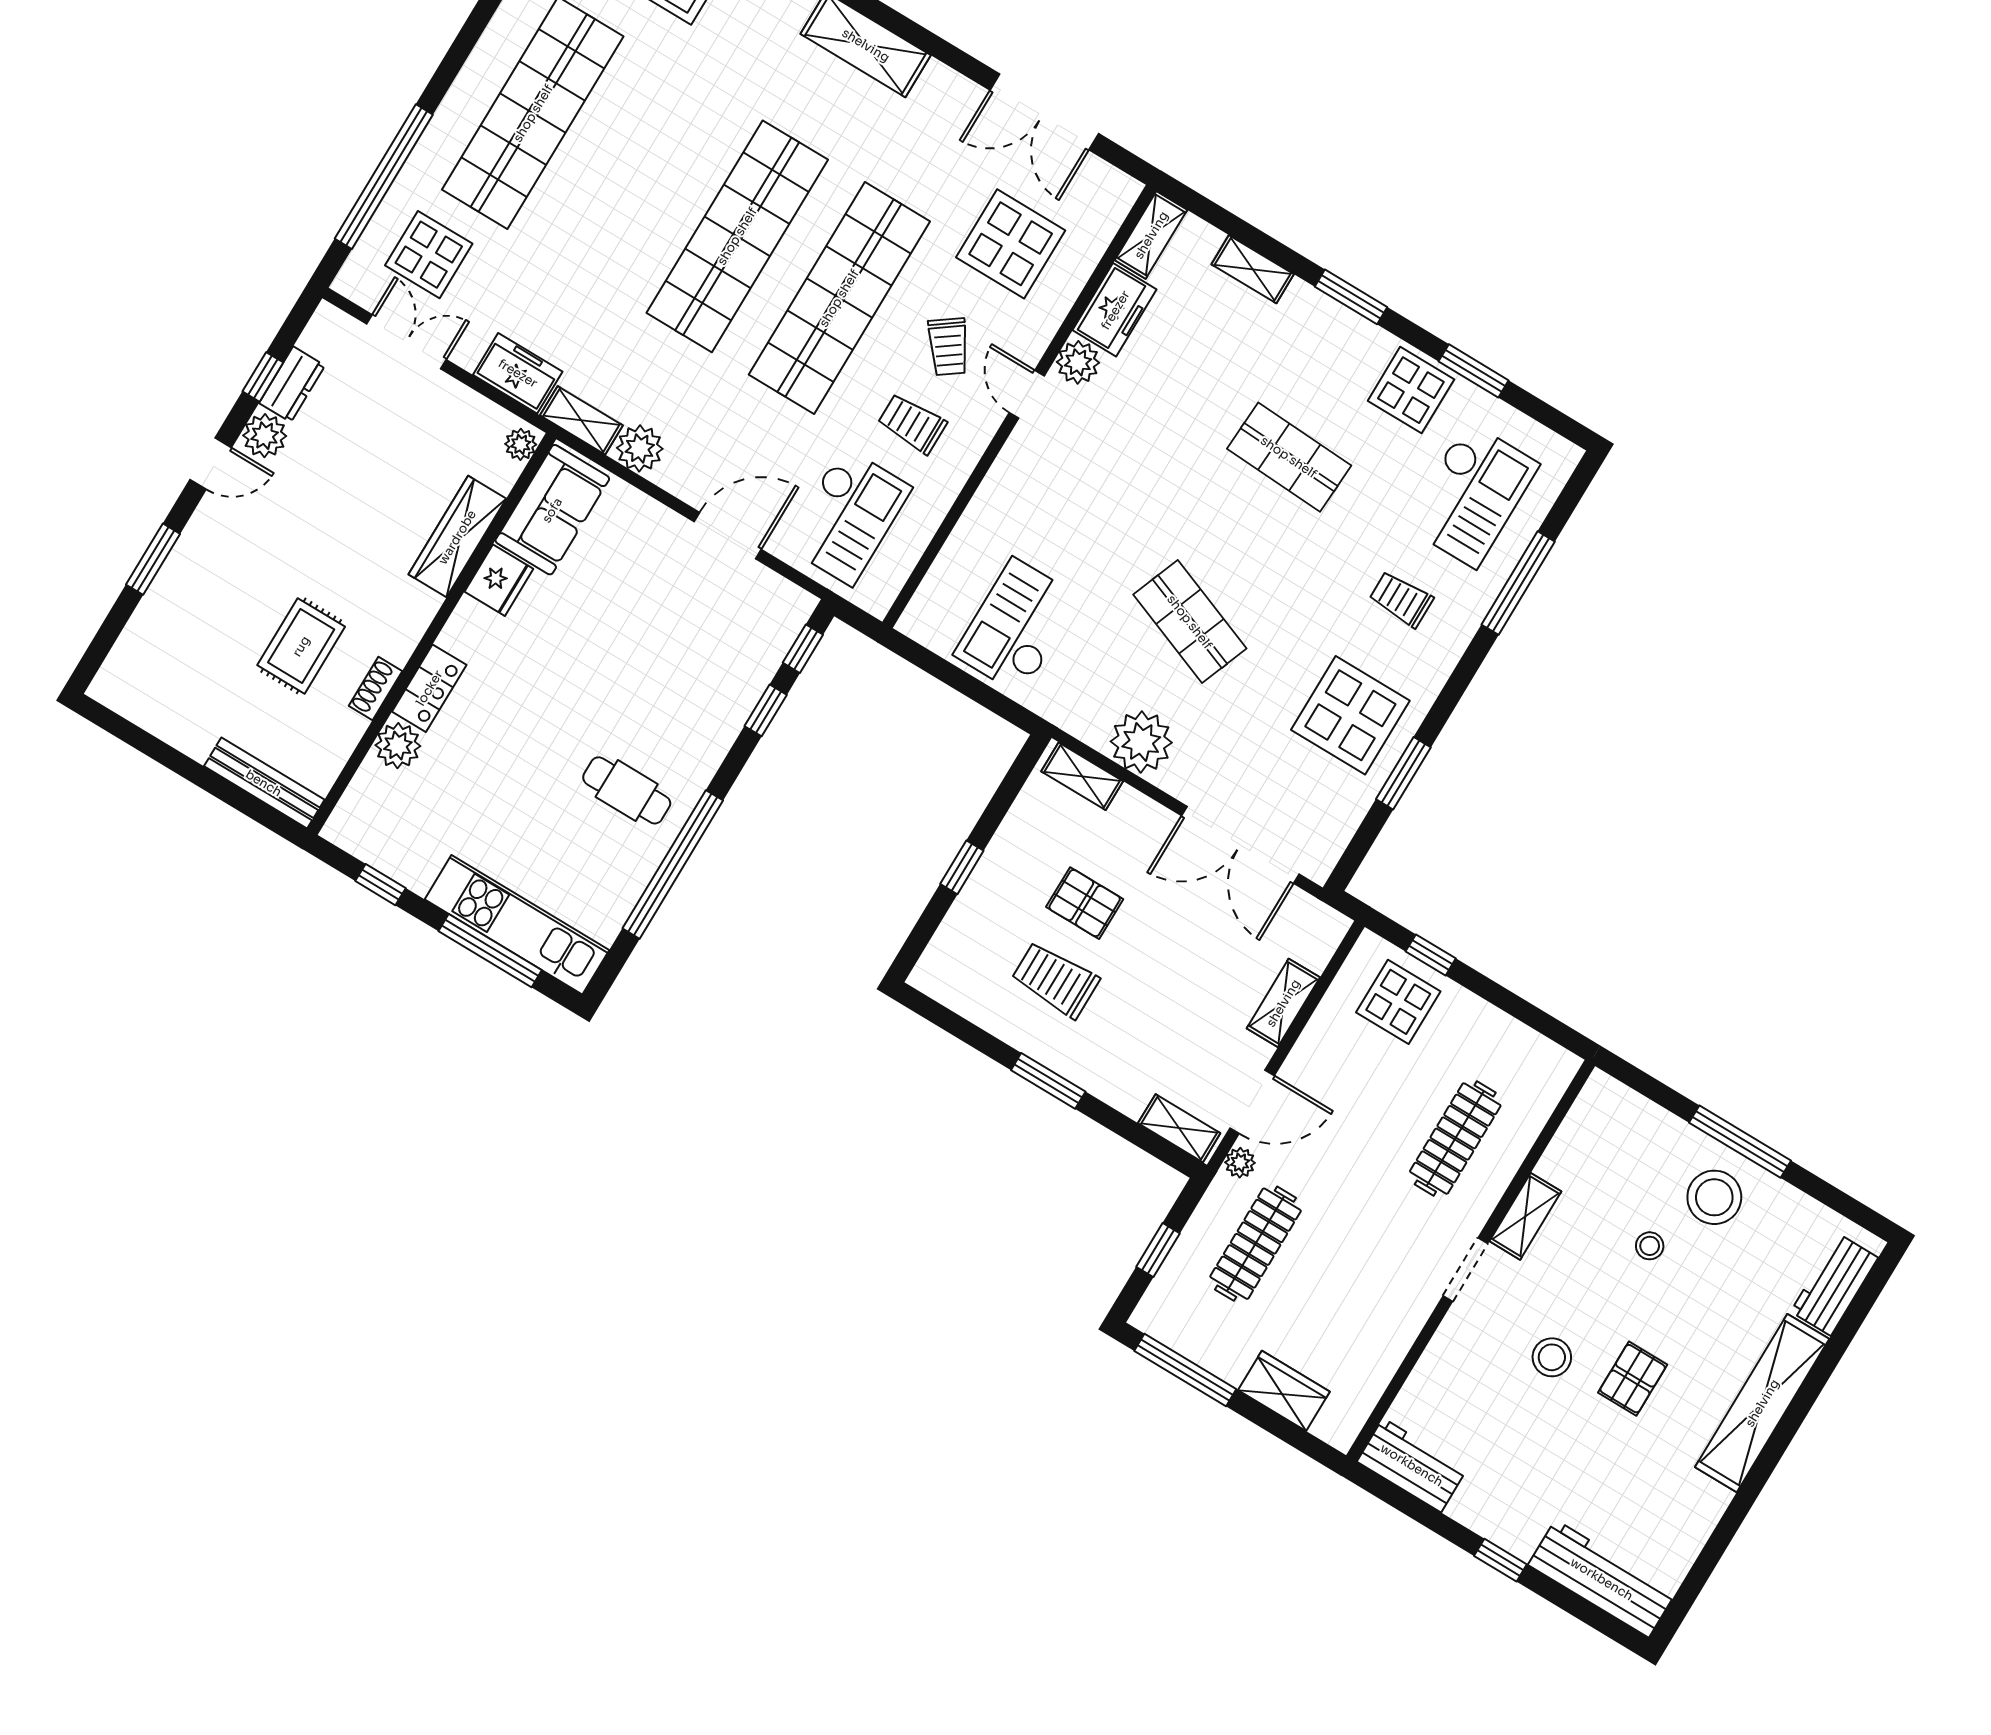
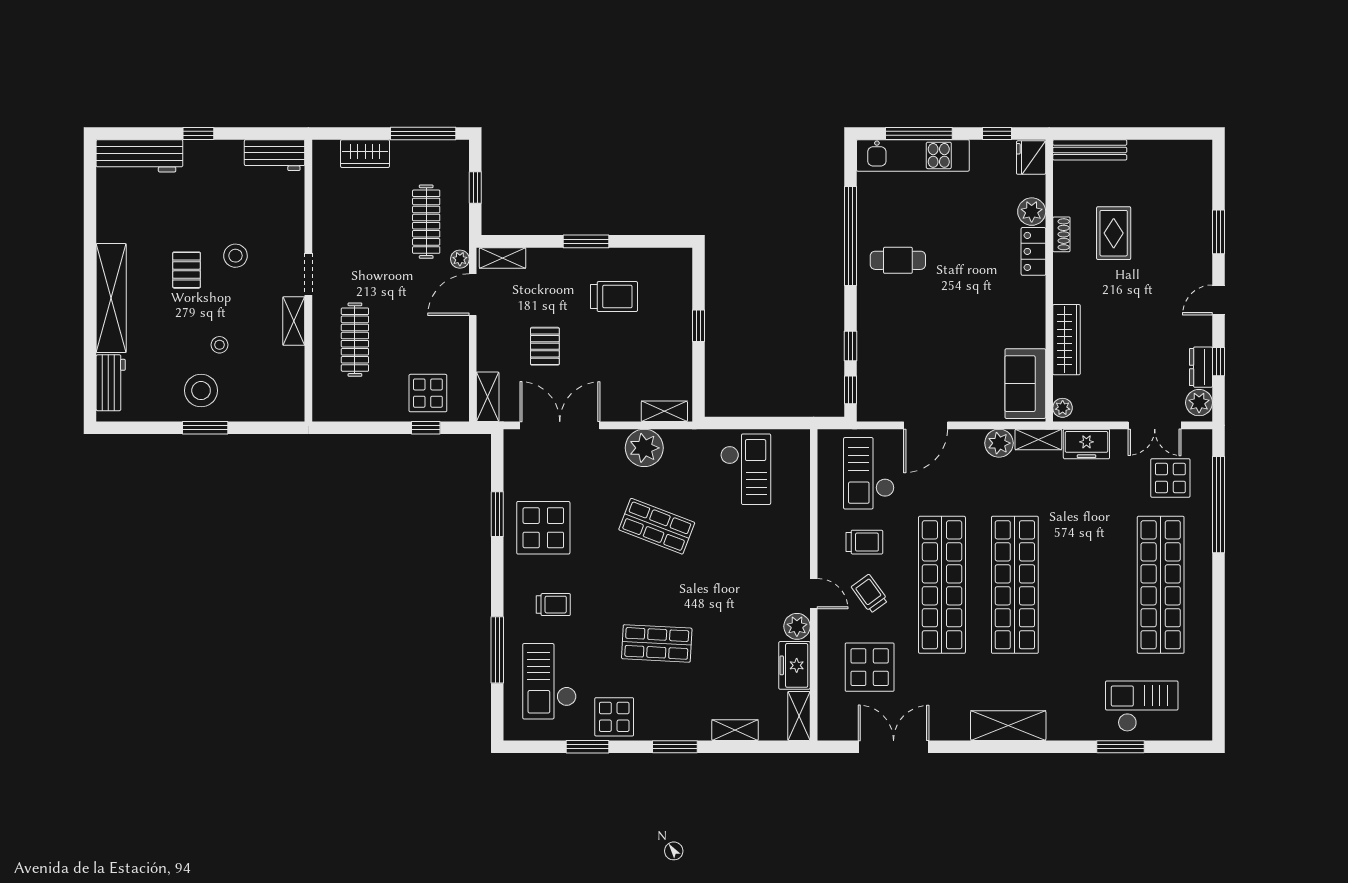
plant: (265, 436) -> (1199, 403), moved
fridge: (499, 580) -> (1031, 158), moved
pallet: (1085, 903) -> (545, 346), moved, turned 90
shelving: (1283, 1003) -> (488, 397), moved
window: (1740, 1142) -> (205, 428), width x0.69

